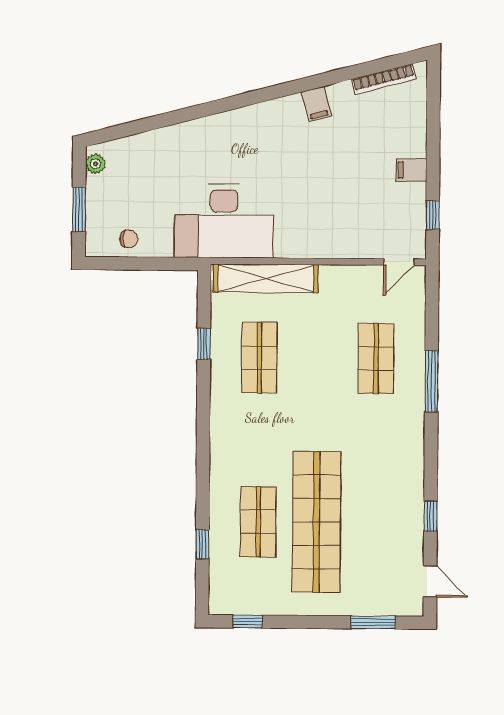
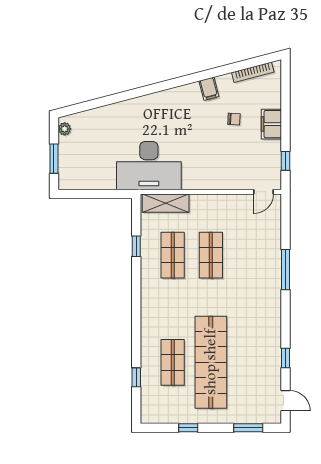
filing cabinet: (411, 170) -> (271, 124), width x2.00
chair: (129, 239) -> (234, 119), moved
shelving: (266, 278) -> (166, 203), width x0.68
shop shelf: (376, 359) -> (211, 255), moved
window: (248, 622) -> (188, 428), moved

